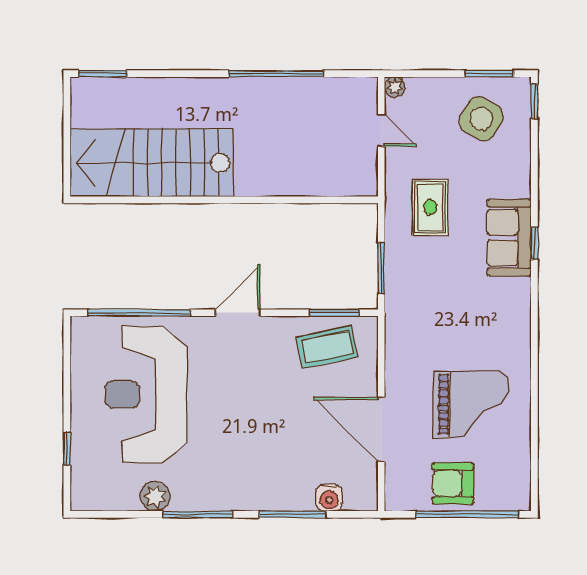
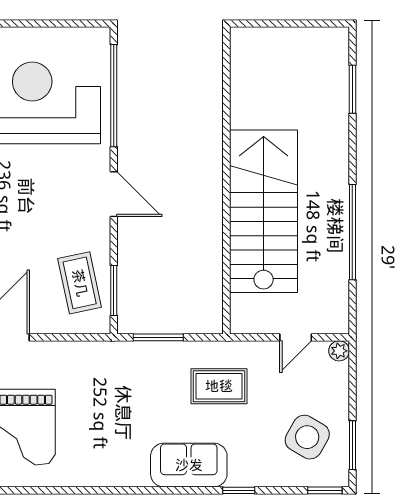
window: (103, 74) -> (352, 89), moved
stairs: (152, 163) -> (264, 211), moved
window: (534, 243) -> (239, 490), moved

